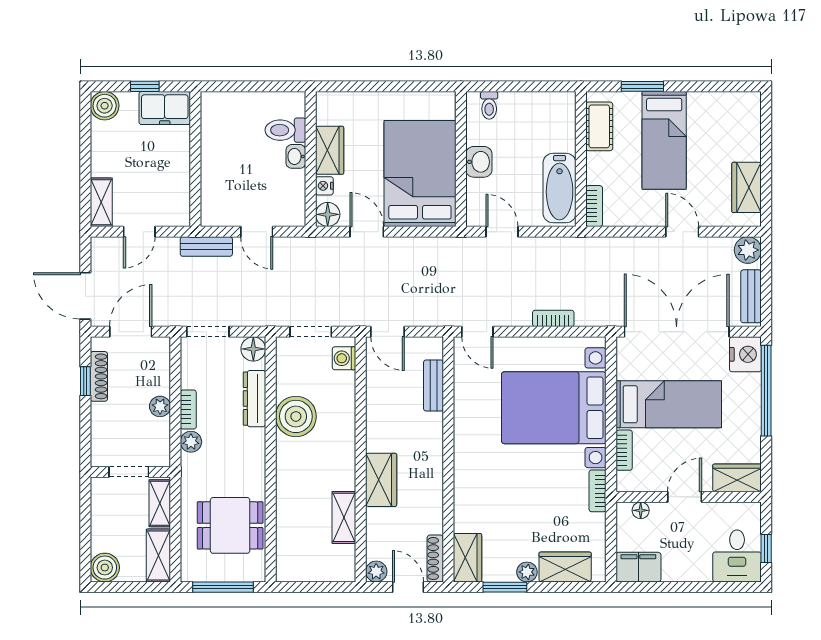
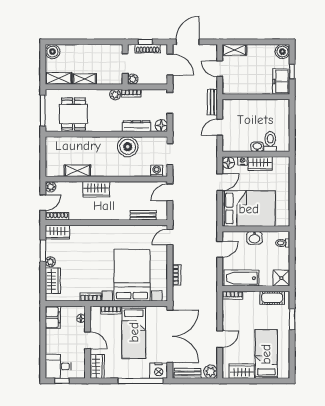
shower: (560, 108) -> (281, 278), added
bed: (664, 140) -> (266, 354), moved, turned 90
doorway: (129, 472) -> (125, 64), moved
wall: (130, 472) -> (125, 64), moved

